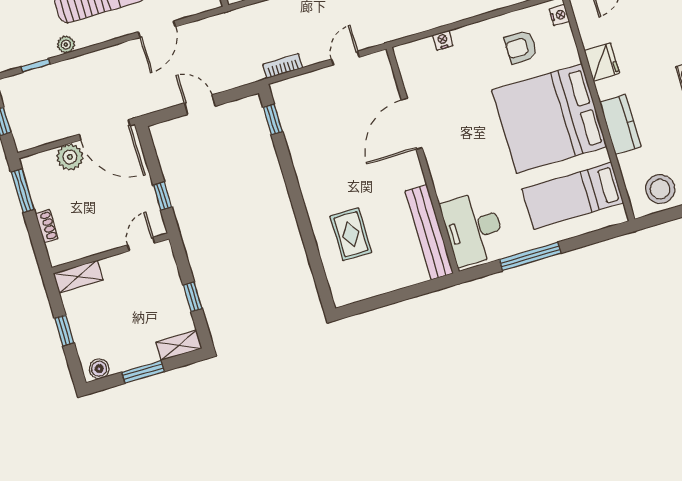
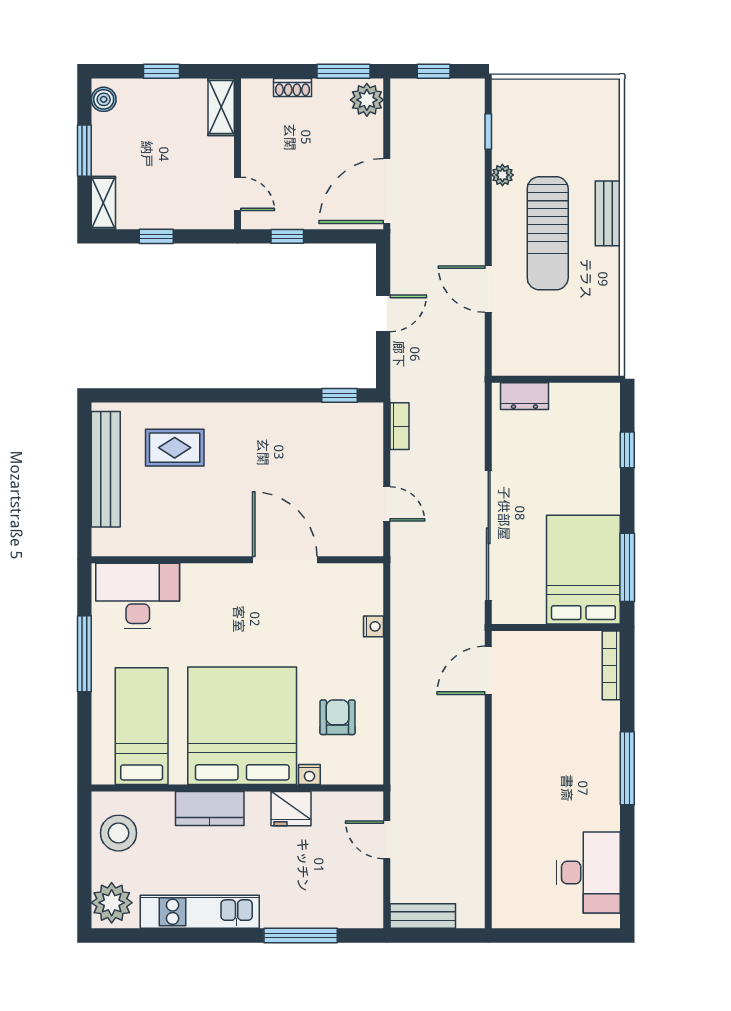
nightstand: (559, 15) -> (309, 775), moved
plant: (70, 157) -> (367, 100), moved
bench: (429, 232) -> (106, 469), moved, turned 90

